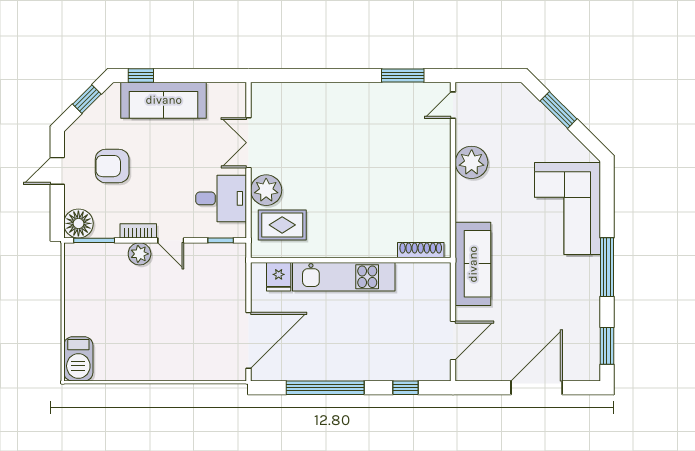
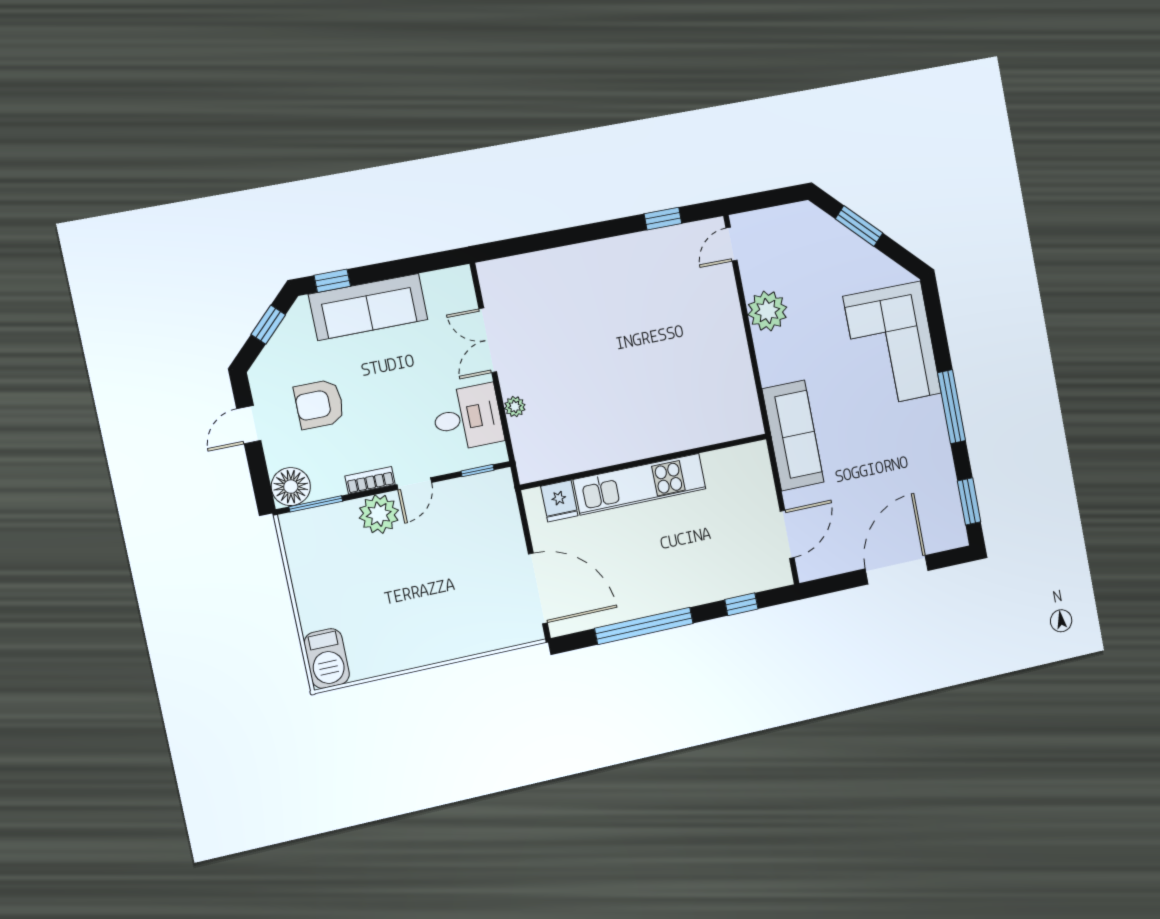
window: (403, 75) -> (663, 219), width x0.67
plant: (266, 190) -> (515, 407), width x0.53, depth x0.53
rug: (282, 225) -> (551, 435), removed
door: (171, 240) -> (414, 484), hinge flipped
shoe rack: (421, 250) -> (727, 432), removed
plant: (140, 254) -> (379, 514), width x1.36, depth x1.36
door: (249, 340) -> (538, 588), hinge flipped

